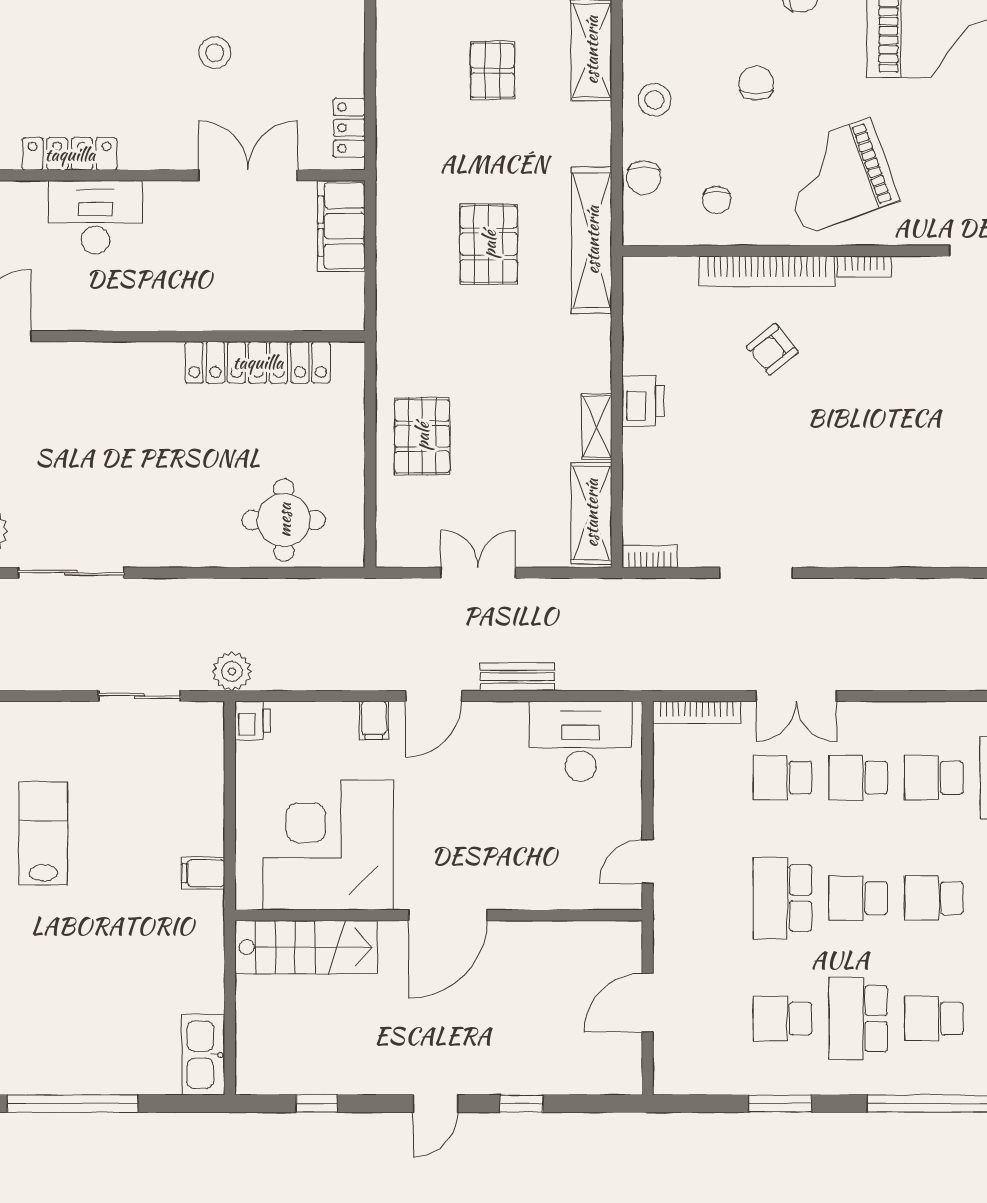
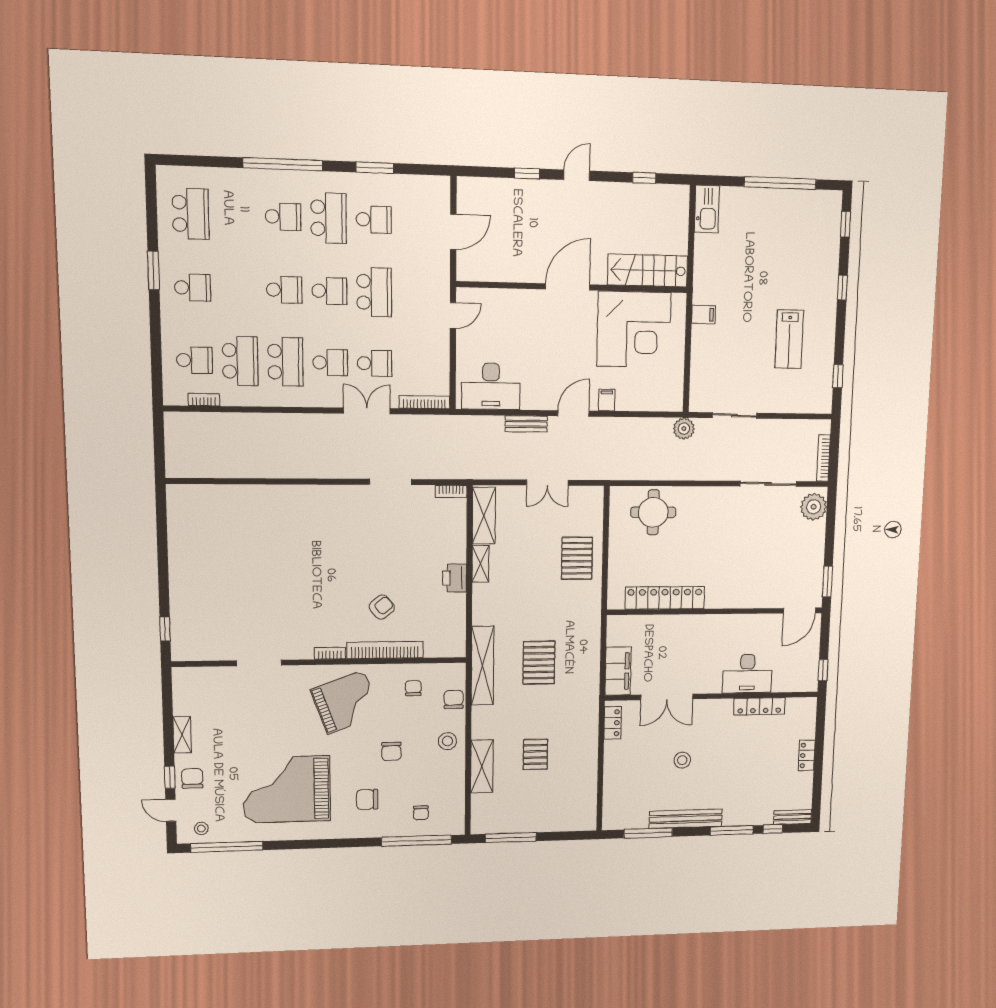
printer: (253, 721) -> (673, 401), removed
school desk: (934, 778) -> (285, 362), width x1.85

